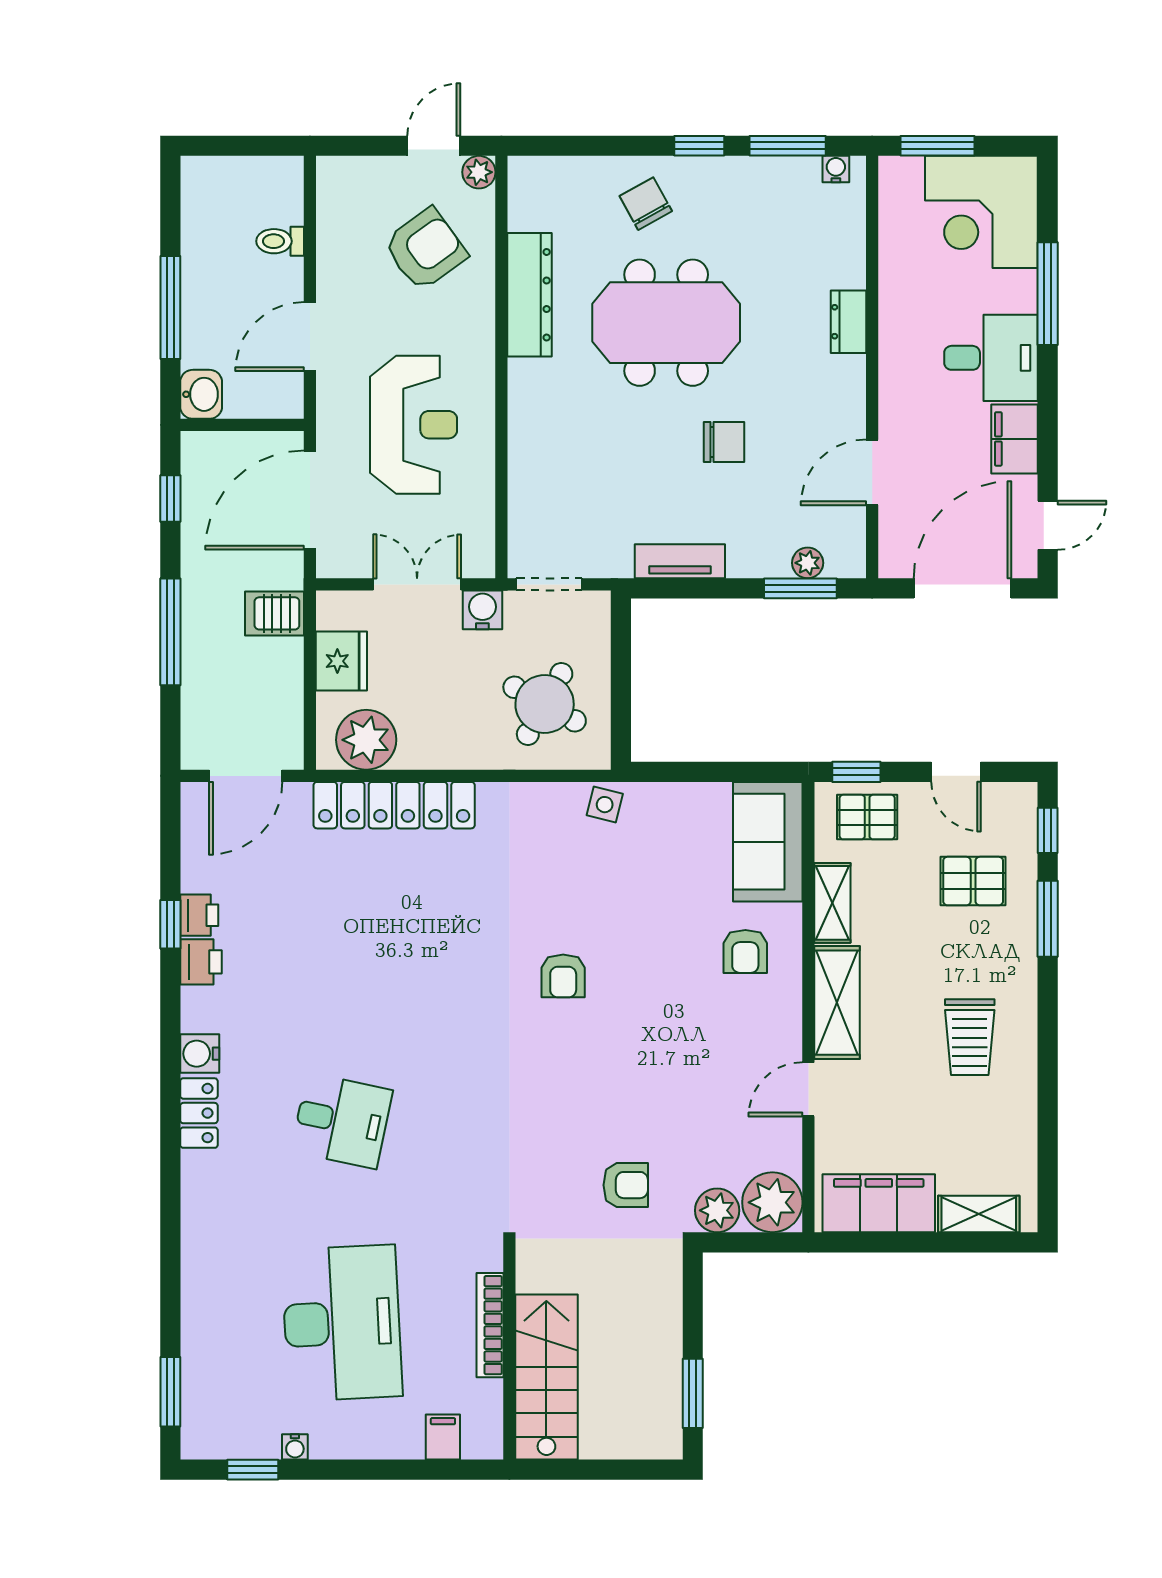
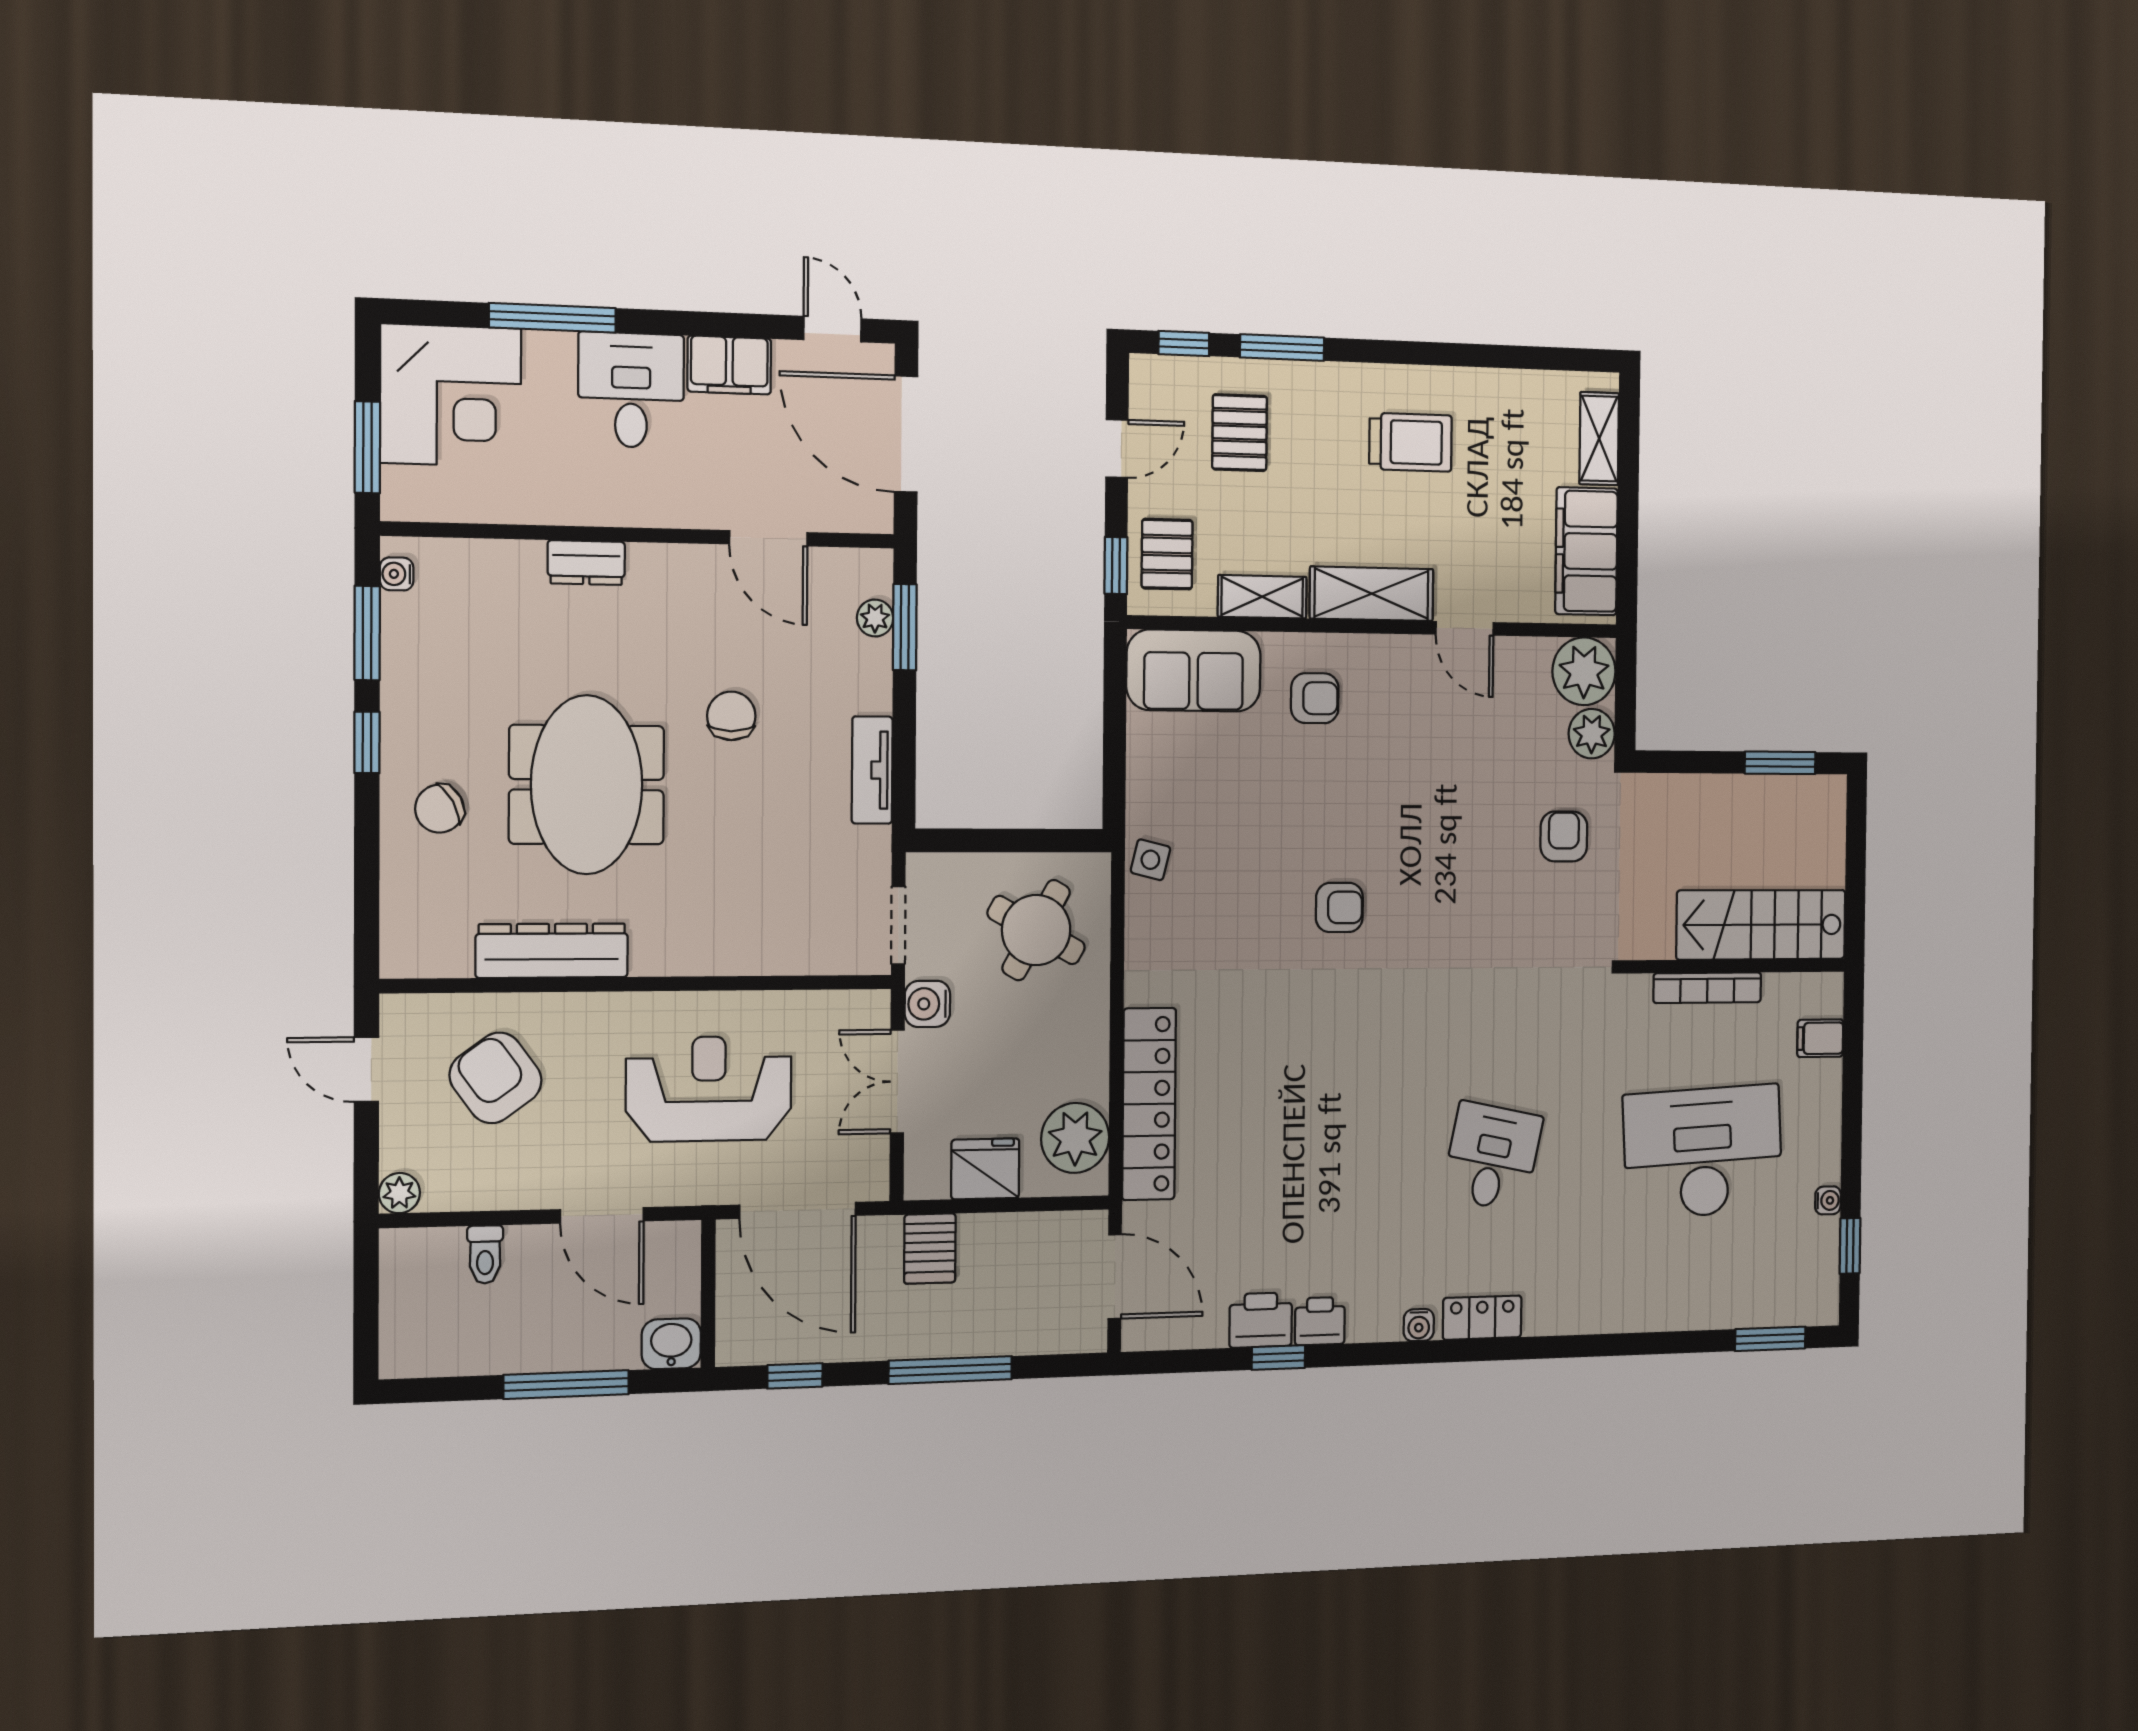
plant: (479, 172) -> (399, 1193), moved
printer: (199, 915) -> (1261, 1320), width x1.36, depth x1.24
water cooler: (200, 1054) -> (1419, 1325), width x0.72, depth x0.72

